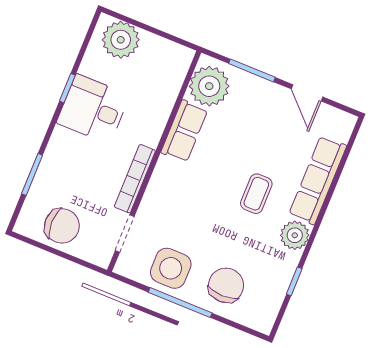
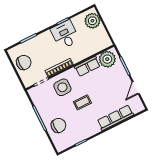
coffee table: (256, 194) -> (82, 102), moved
chair: (62, 226) -> (24, 62), turned -90
plant: (295, 235) -> (93, 129), removed
side table: (171, 268) -> (62, 87), moved

